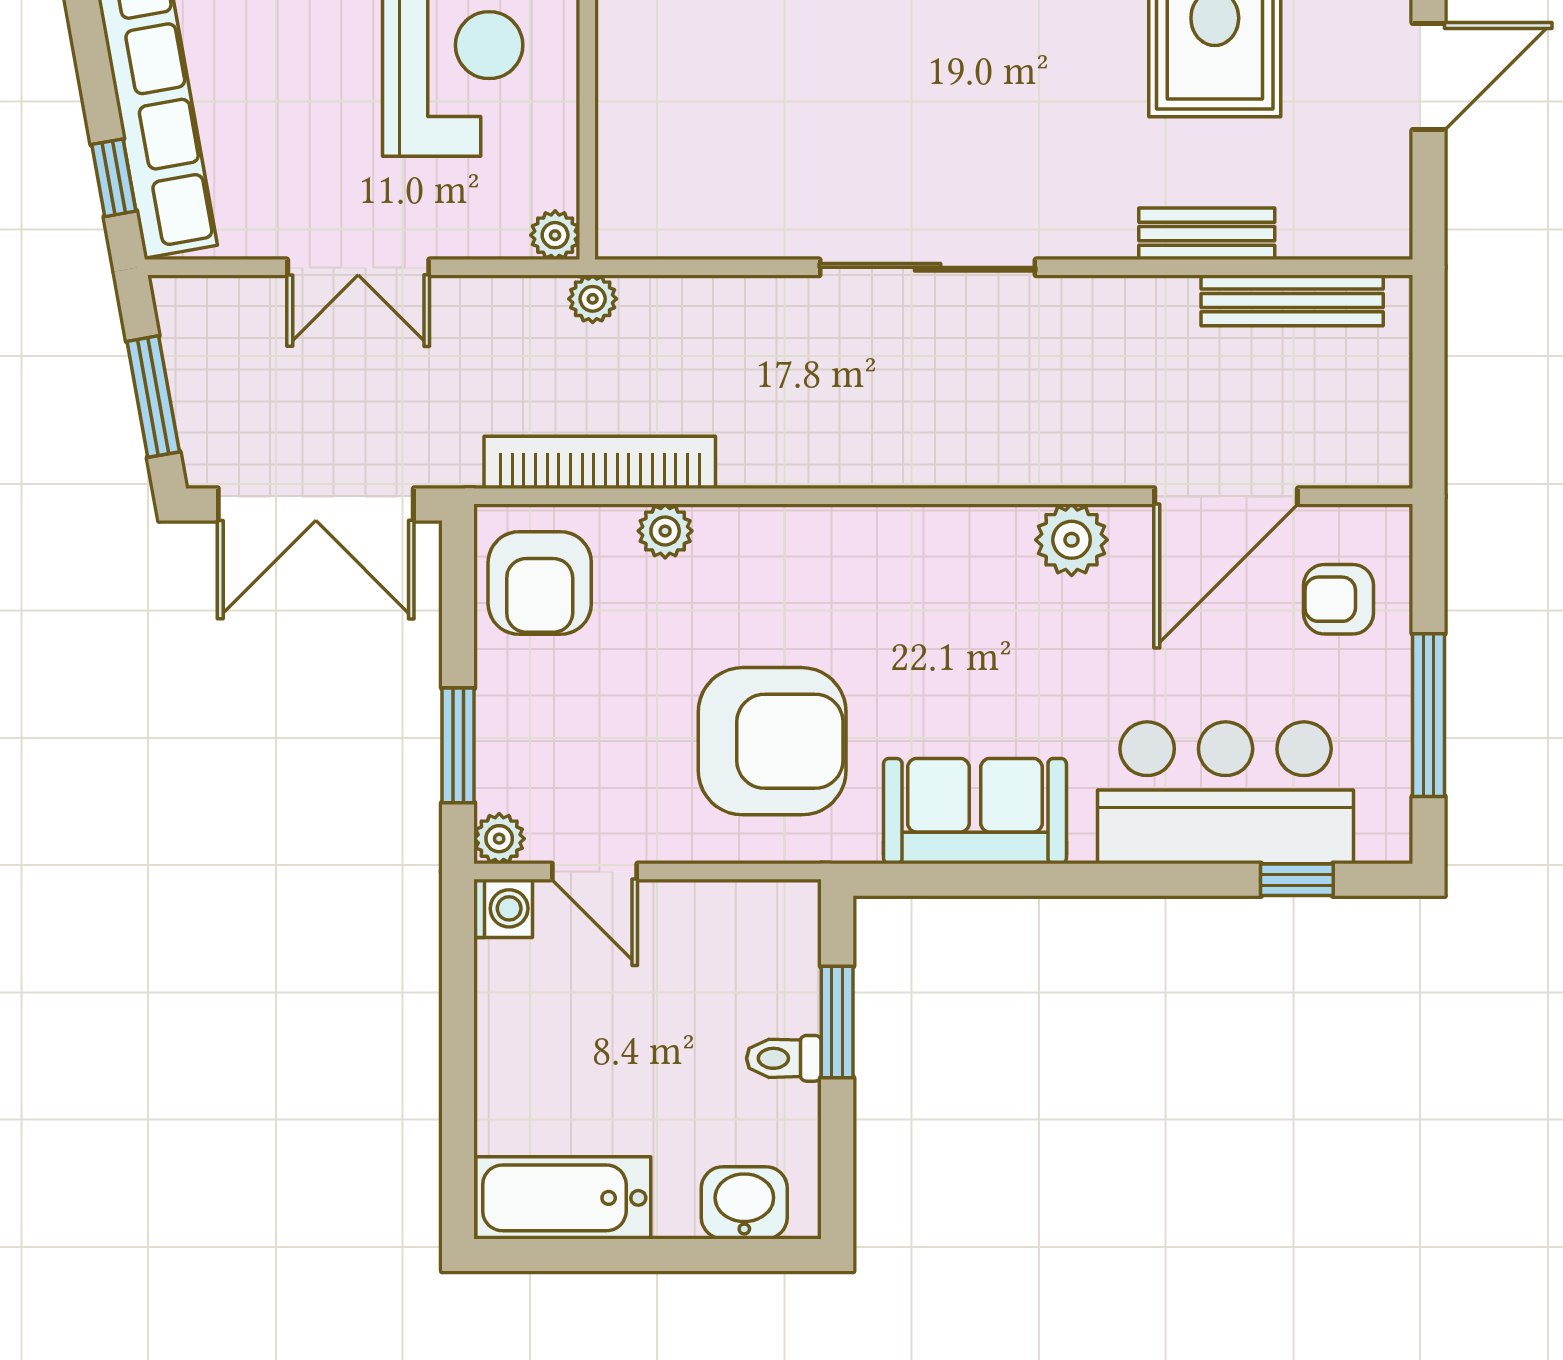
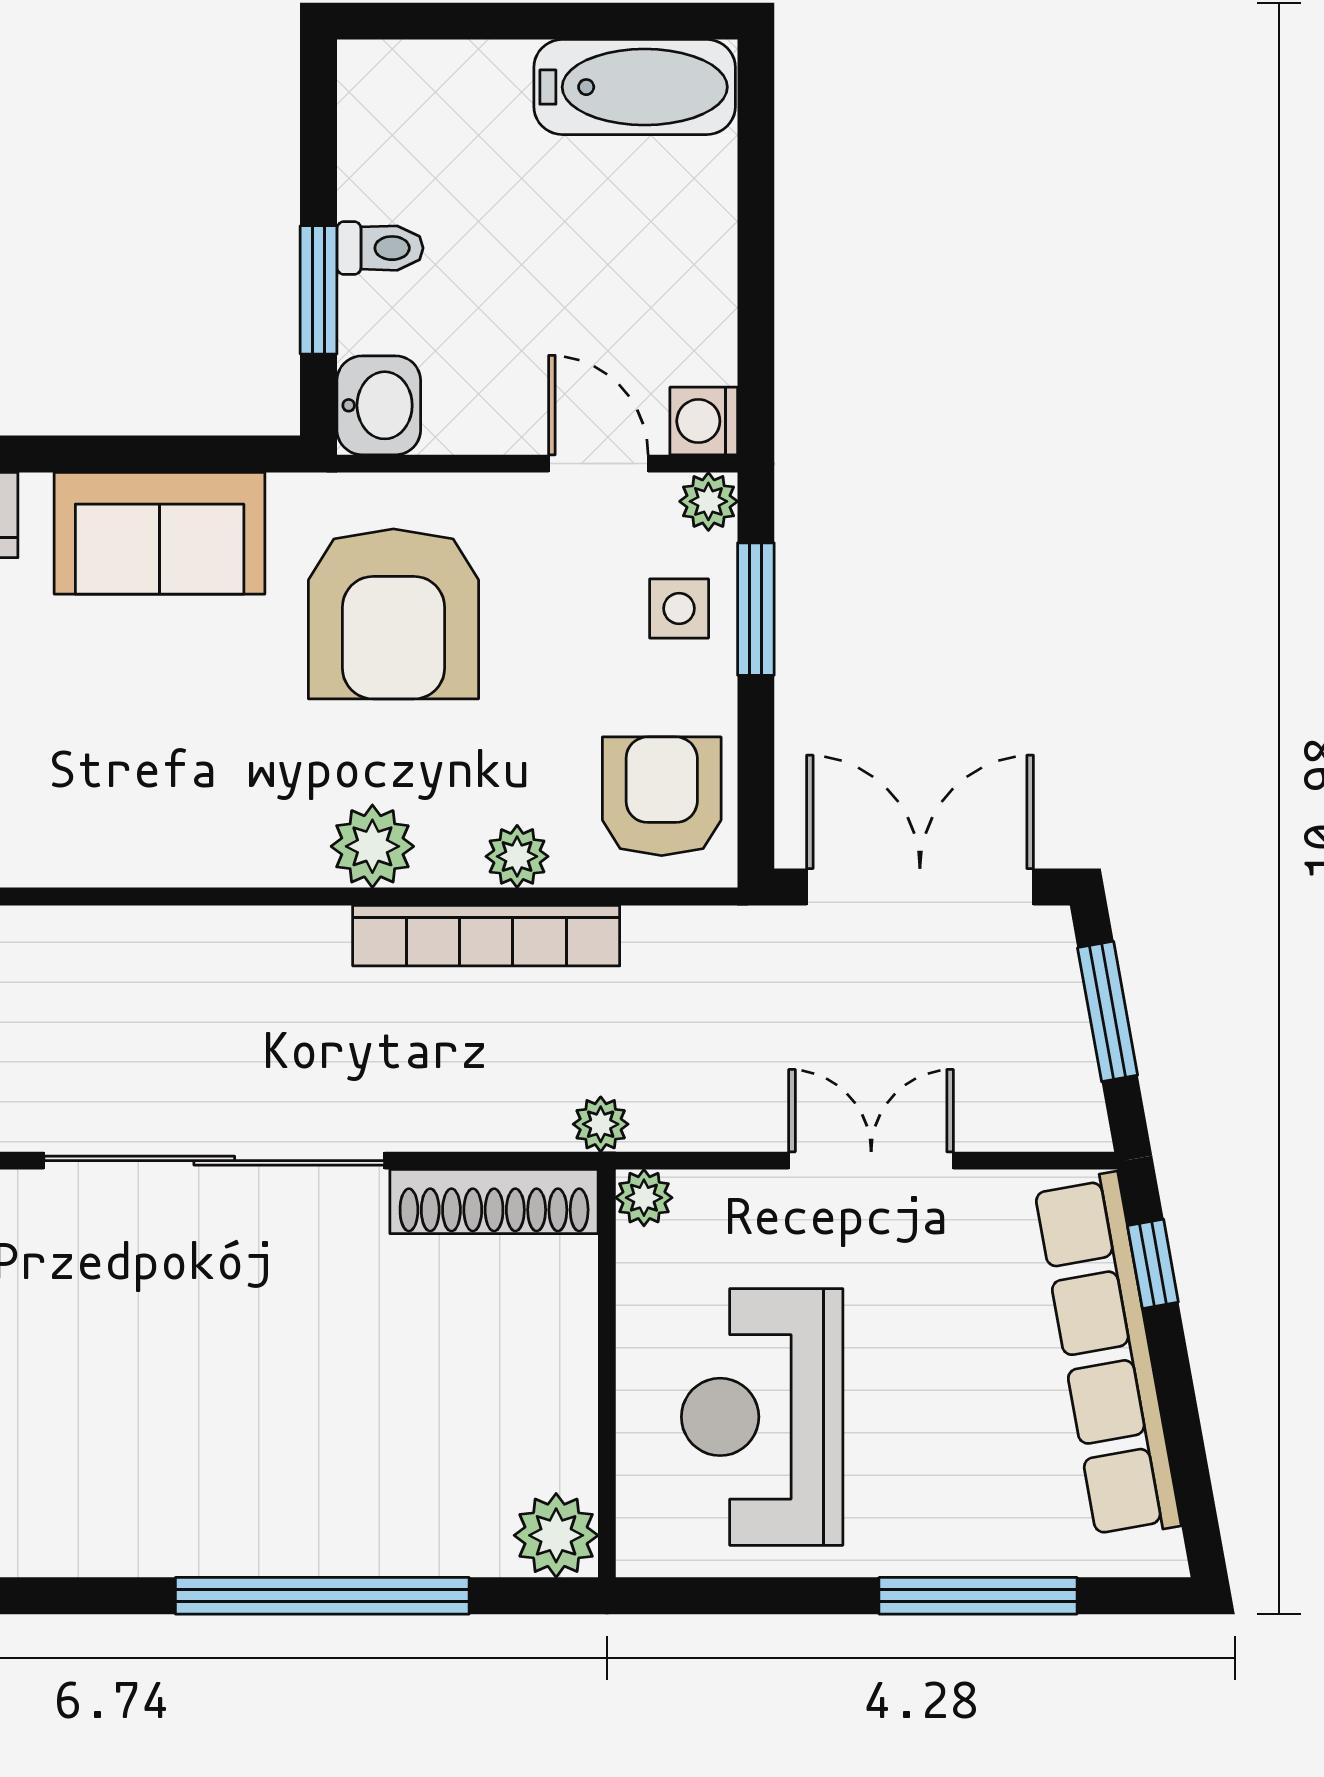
shoe rack: (685, 232) -> (494, 1202), added
sliding door: (928, 267) -> (214, 1161), width x1.36
bookcase: (600, 462) -> (486, 936), moved
plant: (1072, 540) -> (372, 846), moved
armchair: (772, 741) -> (393, 614), turned -90
side table: (525, 746) -> (679, 608), added
washbasin: (744, 1203) -> (379, 405), moved, turned -90

